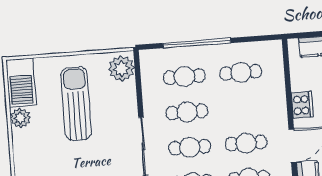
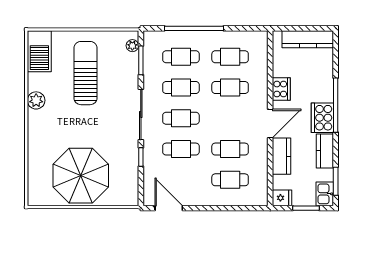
plant: (121, 68) -> (132, 46), width x0.53, depth x0.53
window: (139, 84) -> (141, 60), added
plant: (20, 118) -> (36, 100), moved
cafe table: (246, 143) -> (230, 88), moved

